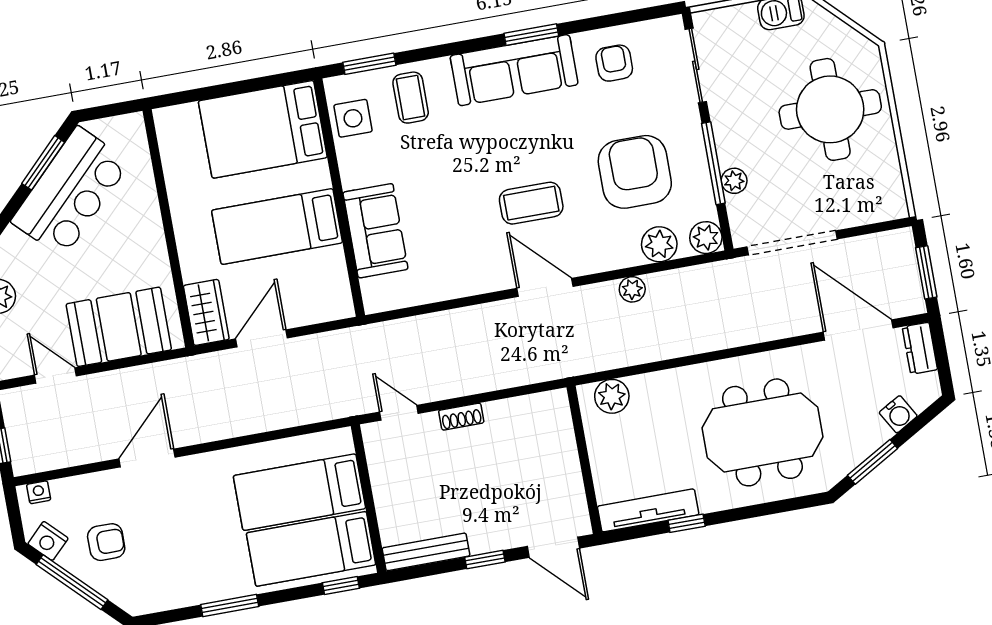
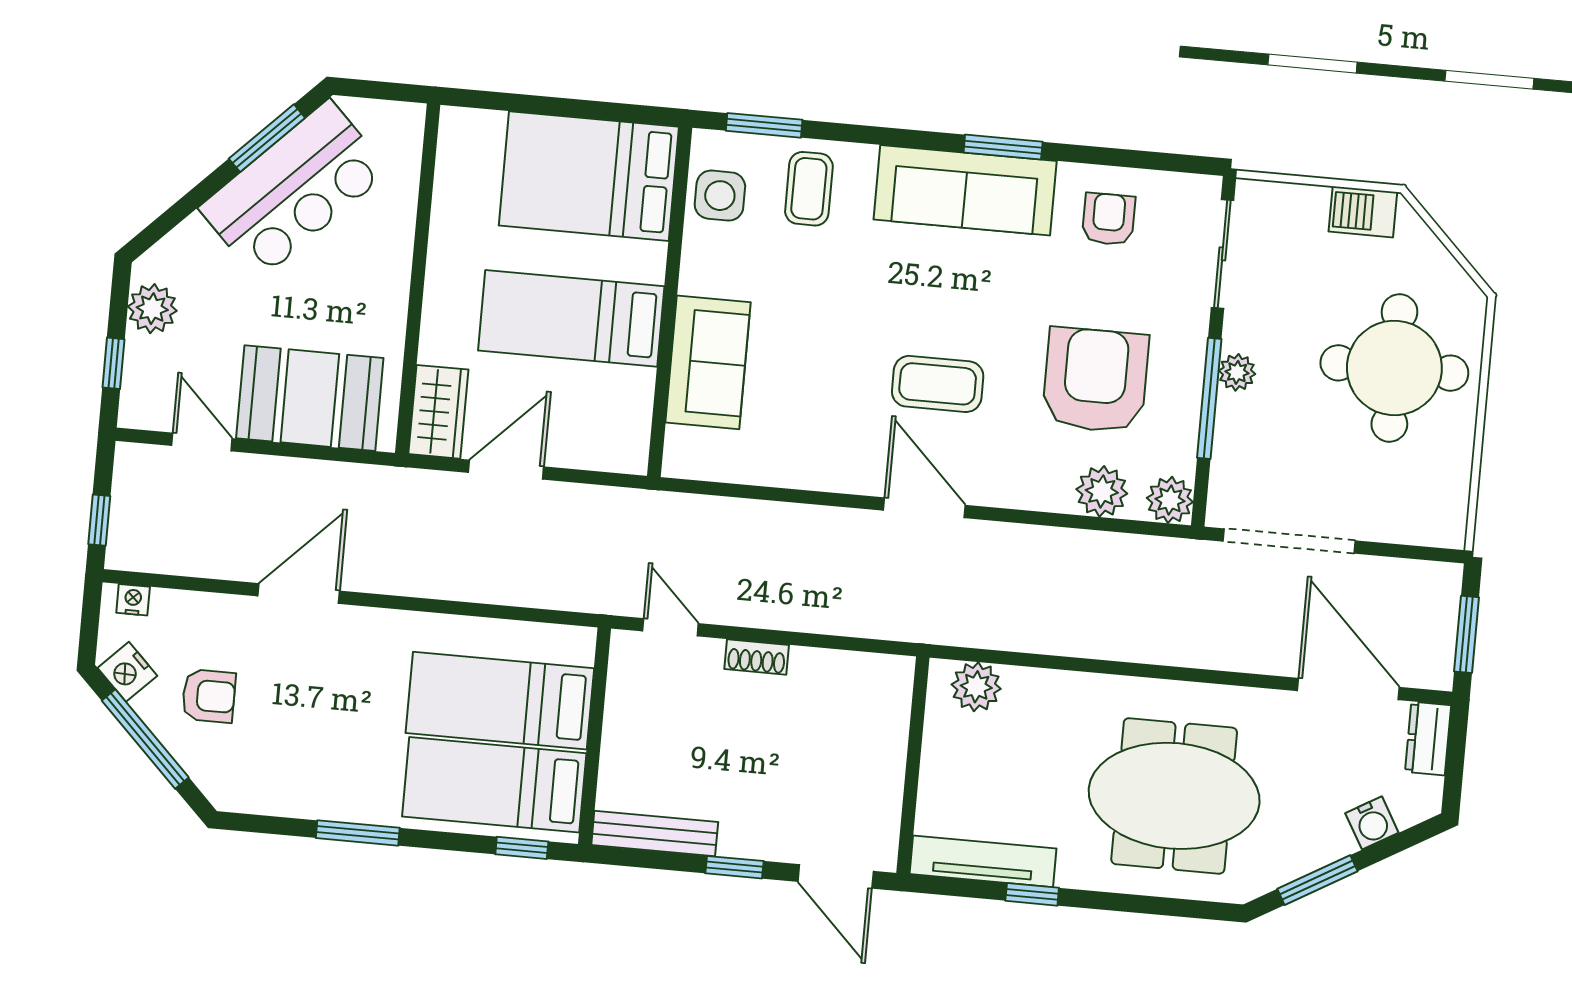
plant: (734, 181) -> (1237, 372), moved
plant: (632, 289) -> (1046, 544), removed

